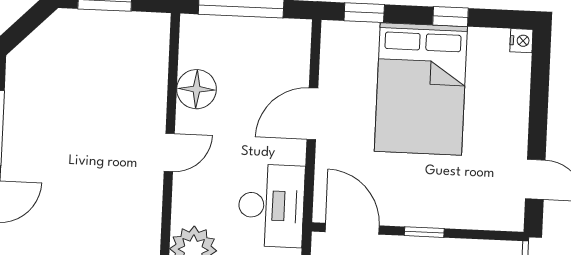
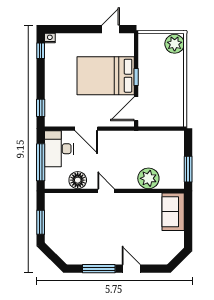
window: (450, 17) -> (41, 51), moved
bed: (421, 89) -> (106, 76), moved, turned 180
desk: (271, 206) -> (59, 149), moved, turned -90

